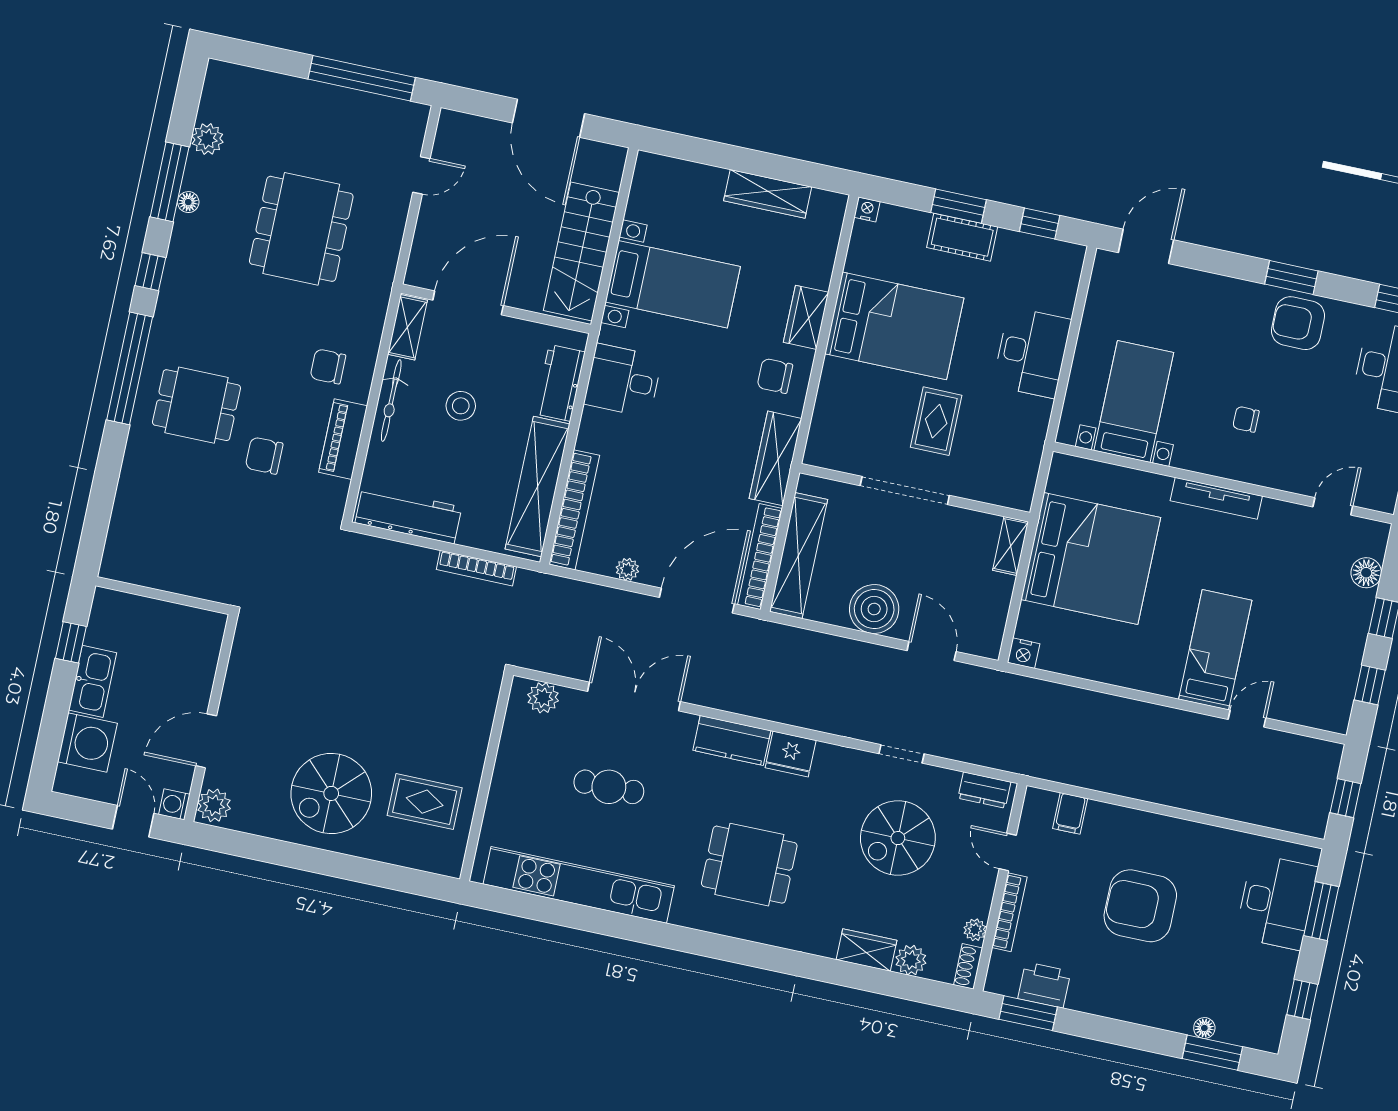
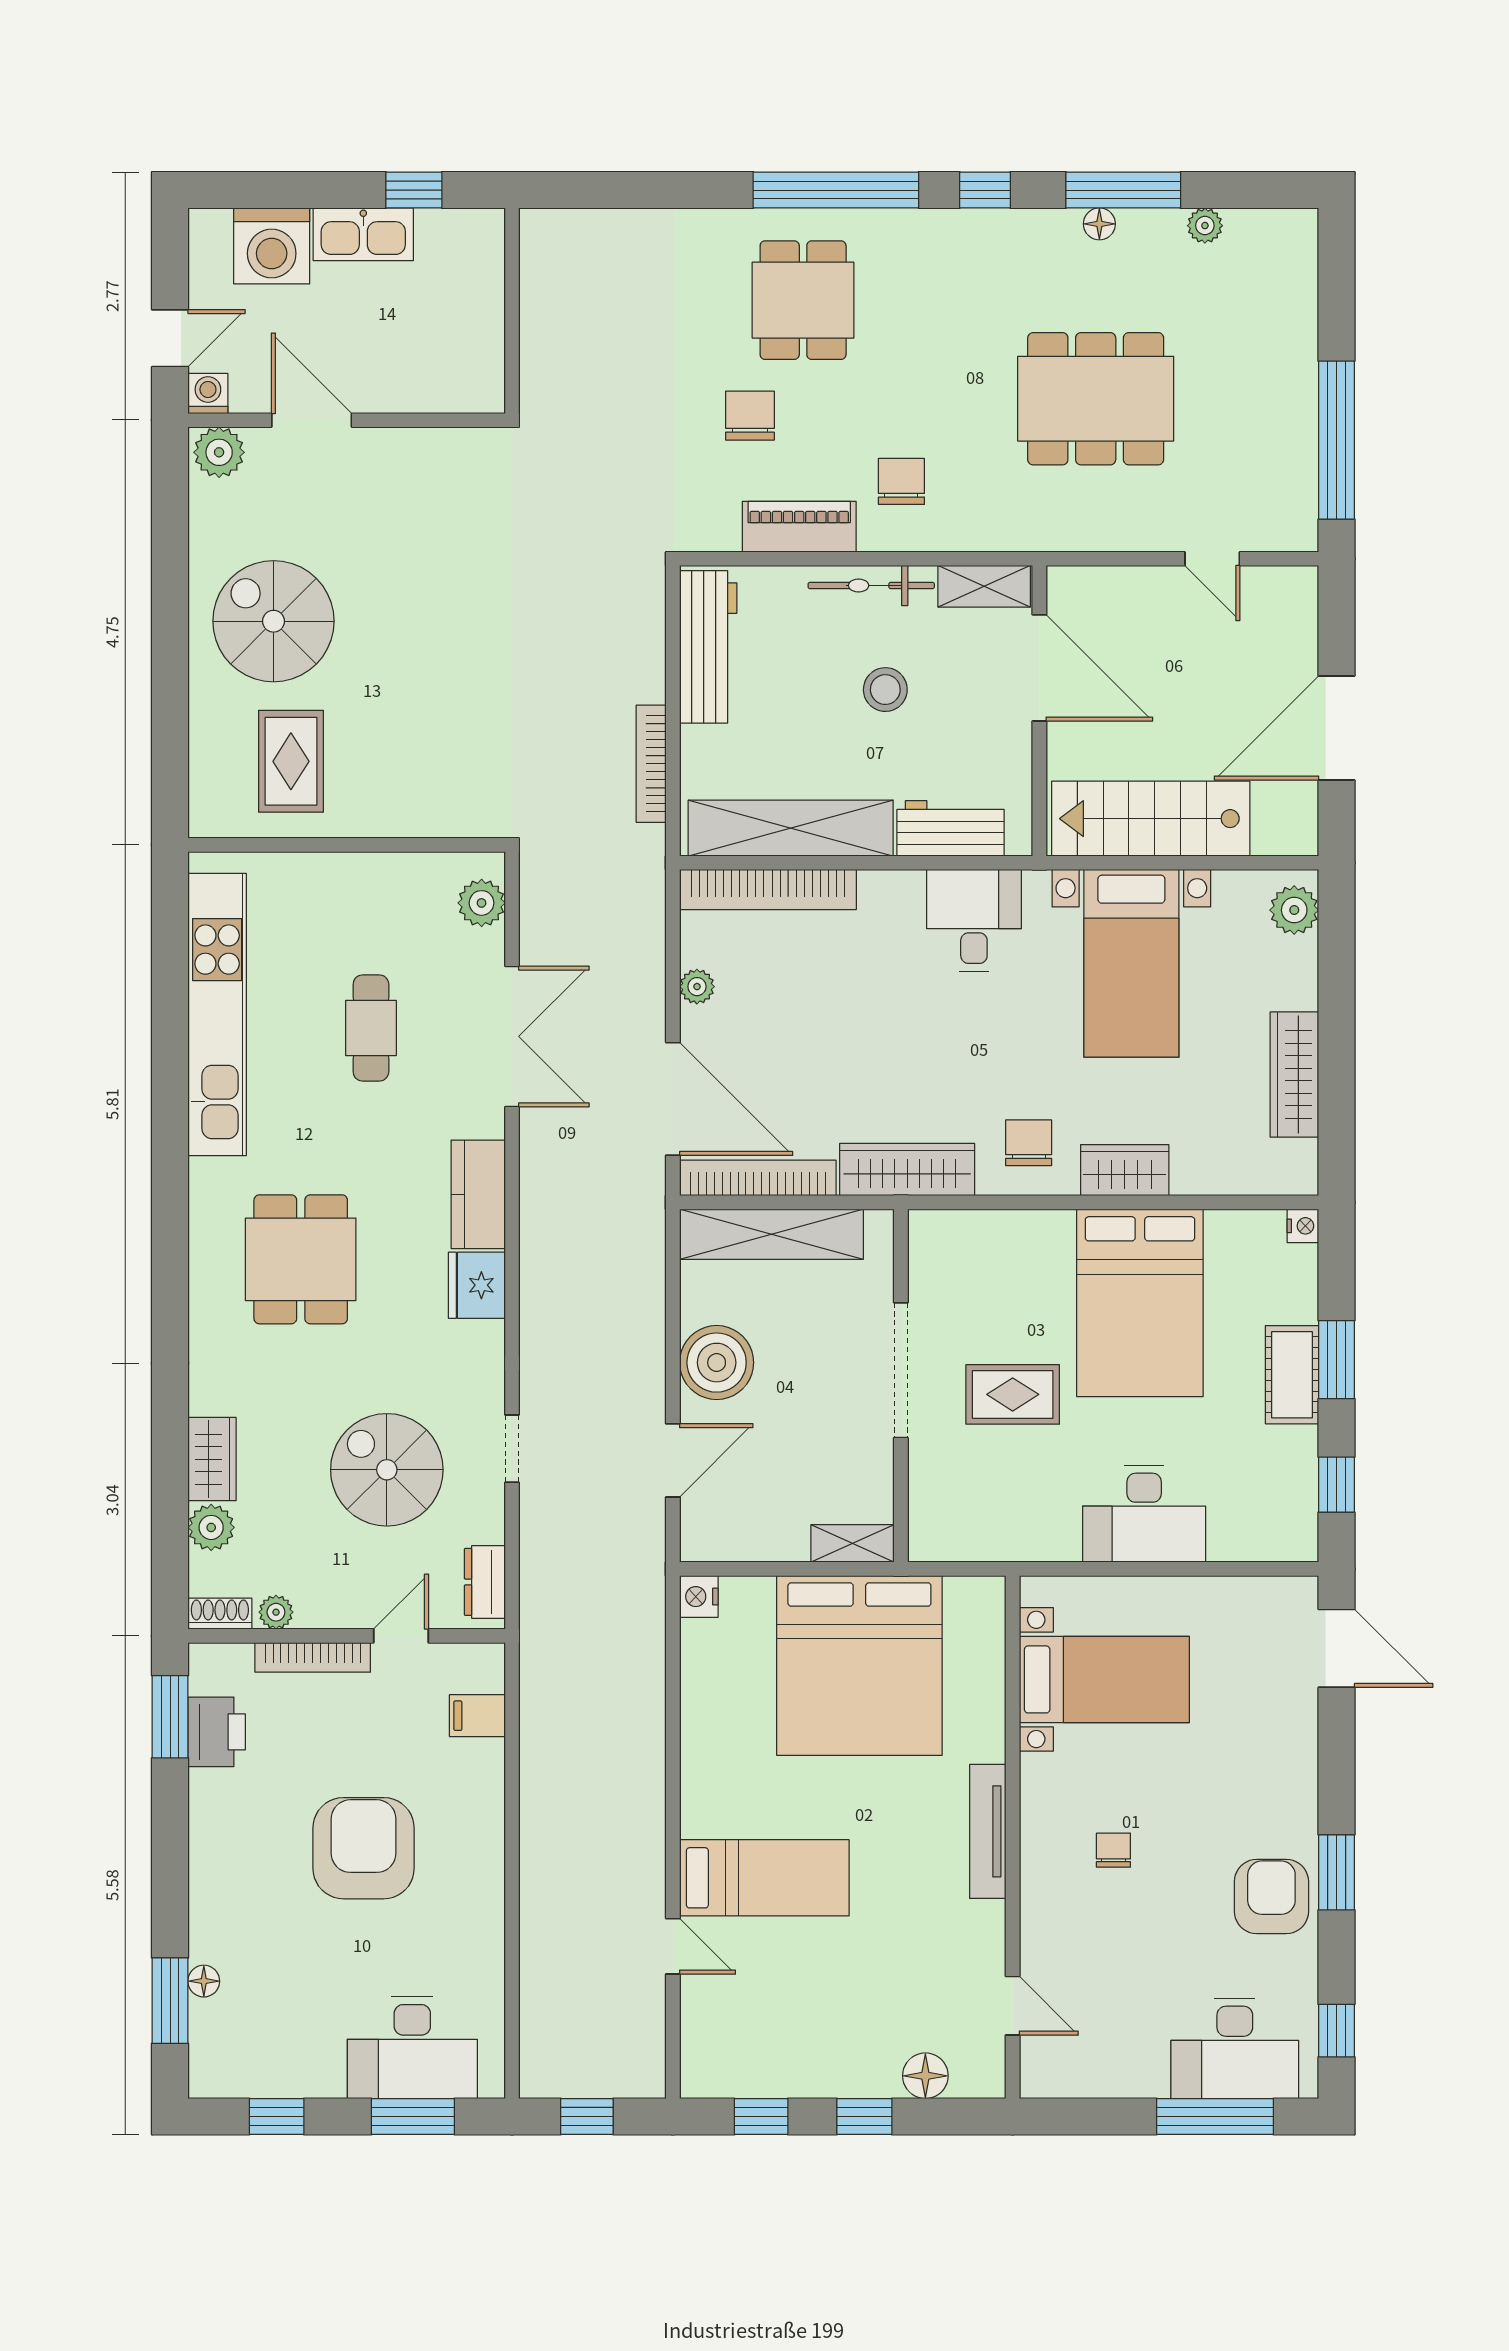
plant: (207, 139) -> (1205, 226), width x0.73, depth x0.73
plant: (661, 171) -> (1294, 910), added

